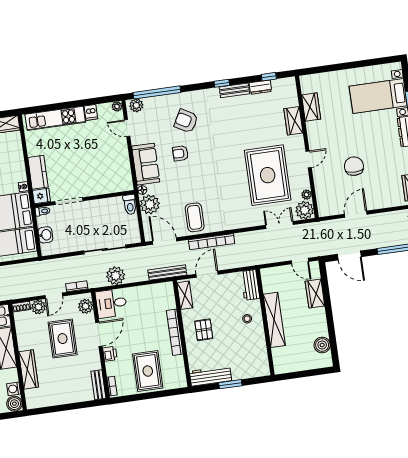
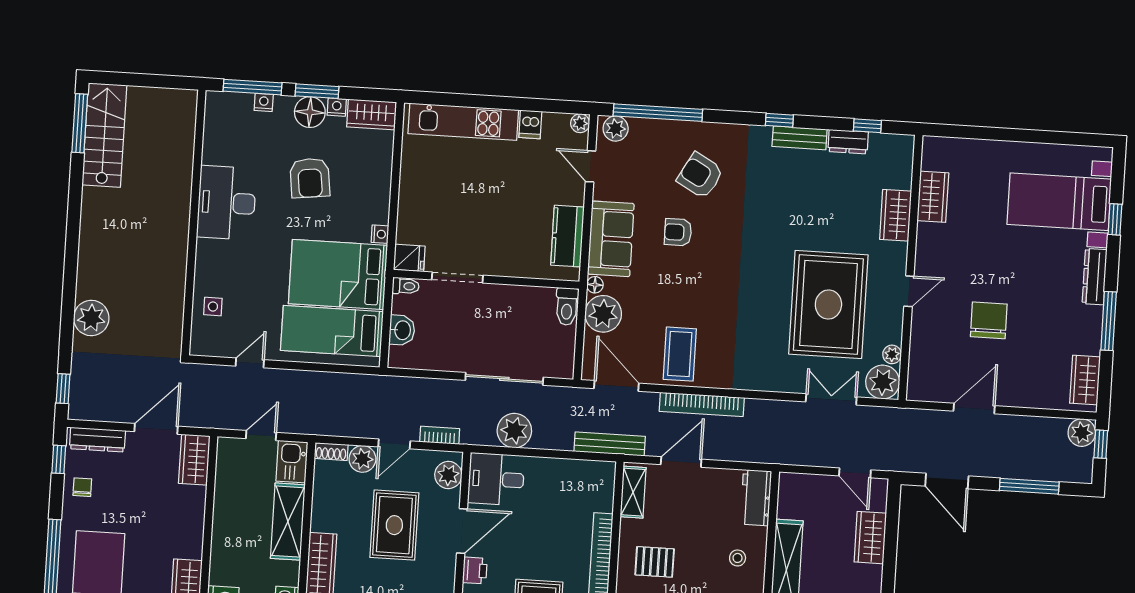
kitchen counter: (38, 172) -> (567, 236), moved, turned 180
pallet: (204, 330) -> (655, 562), turned 90

